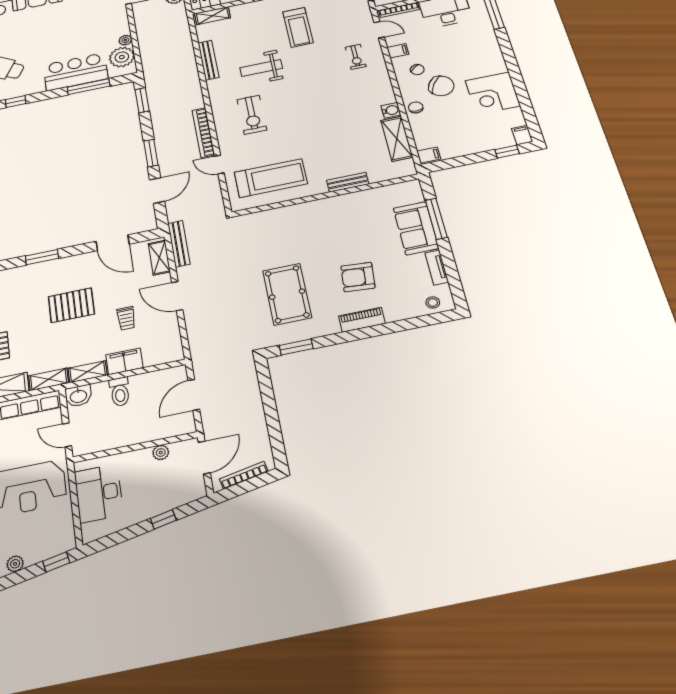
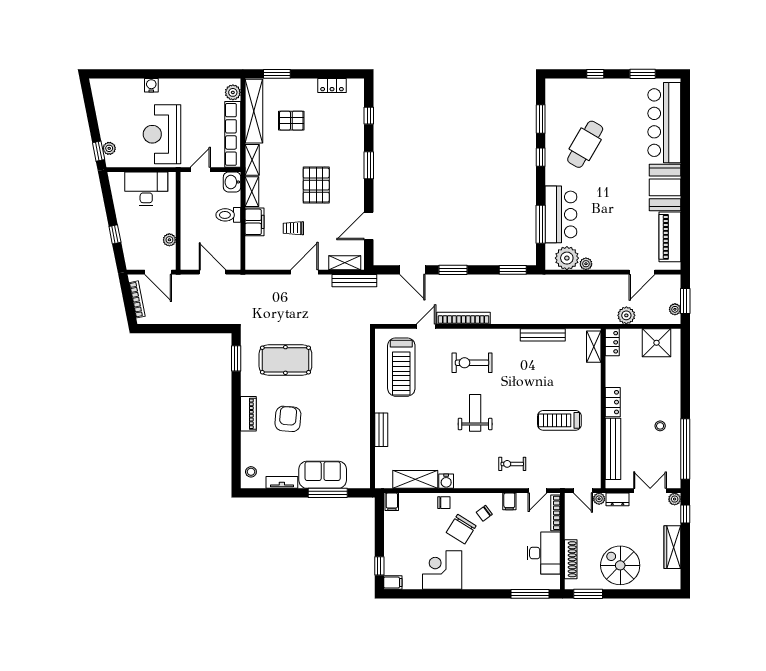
weight bench: (261, 68) -> (475, 413), moved
plant: (15, 564) -> (109, 148), moved

